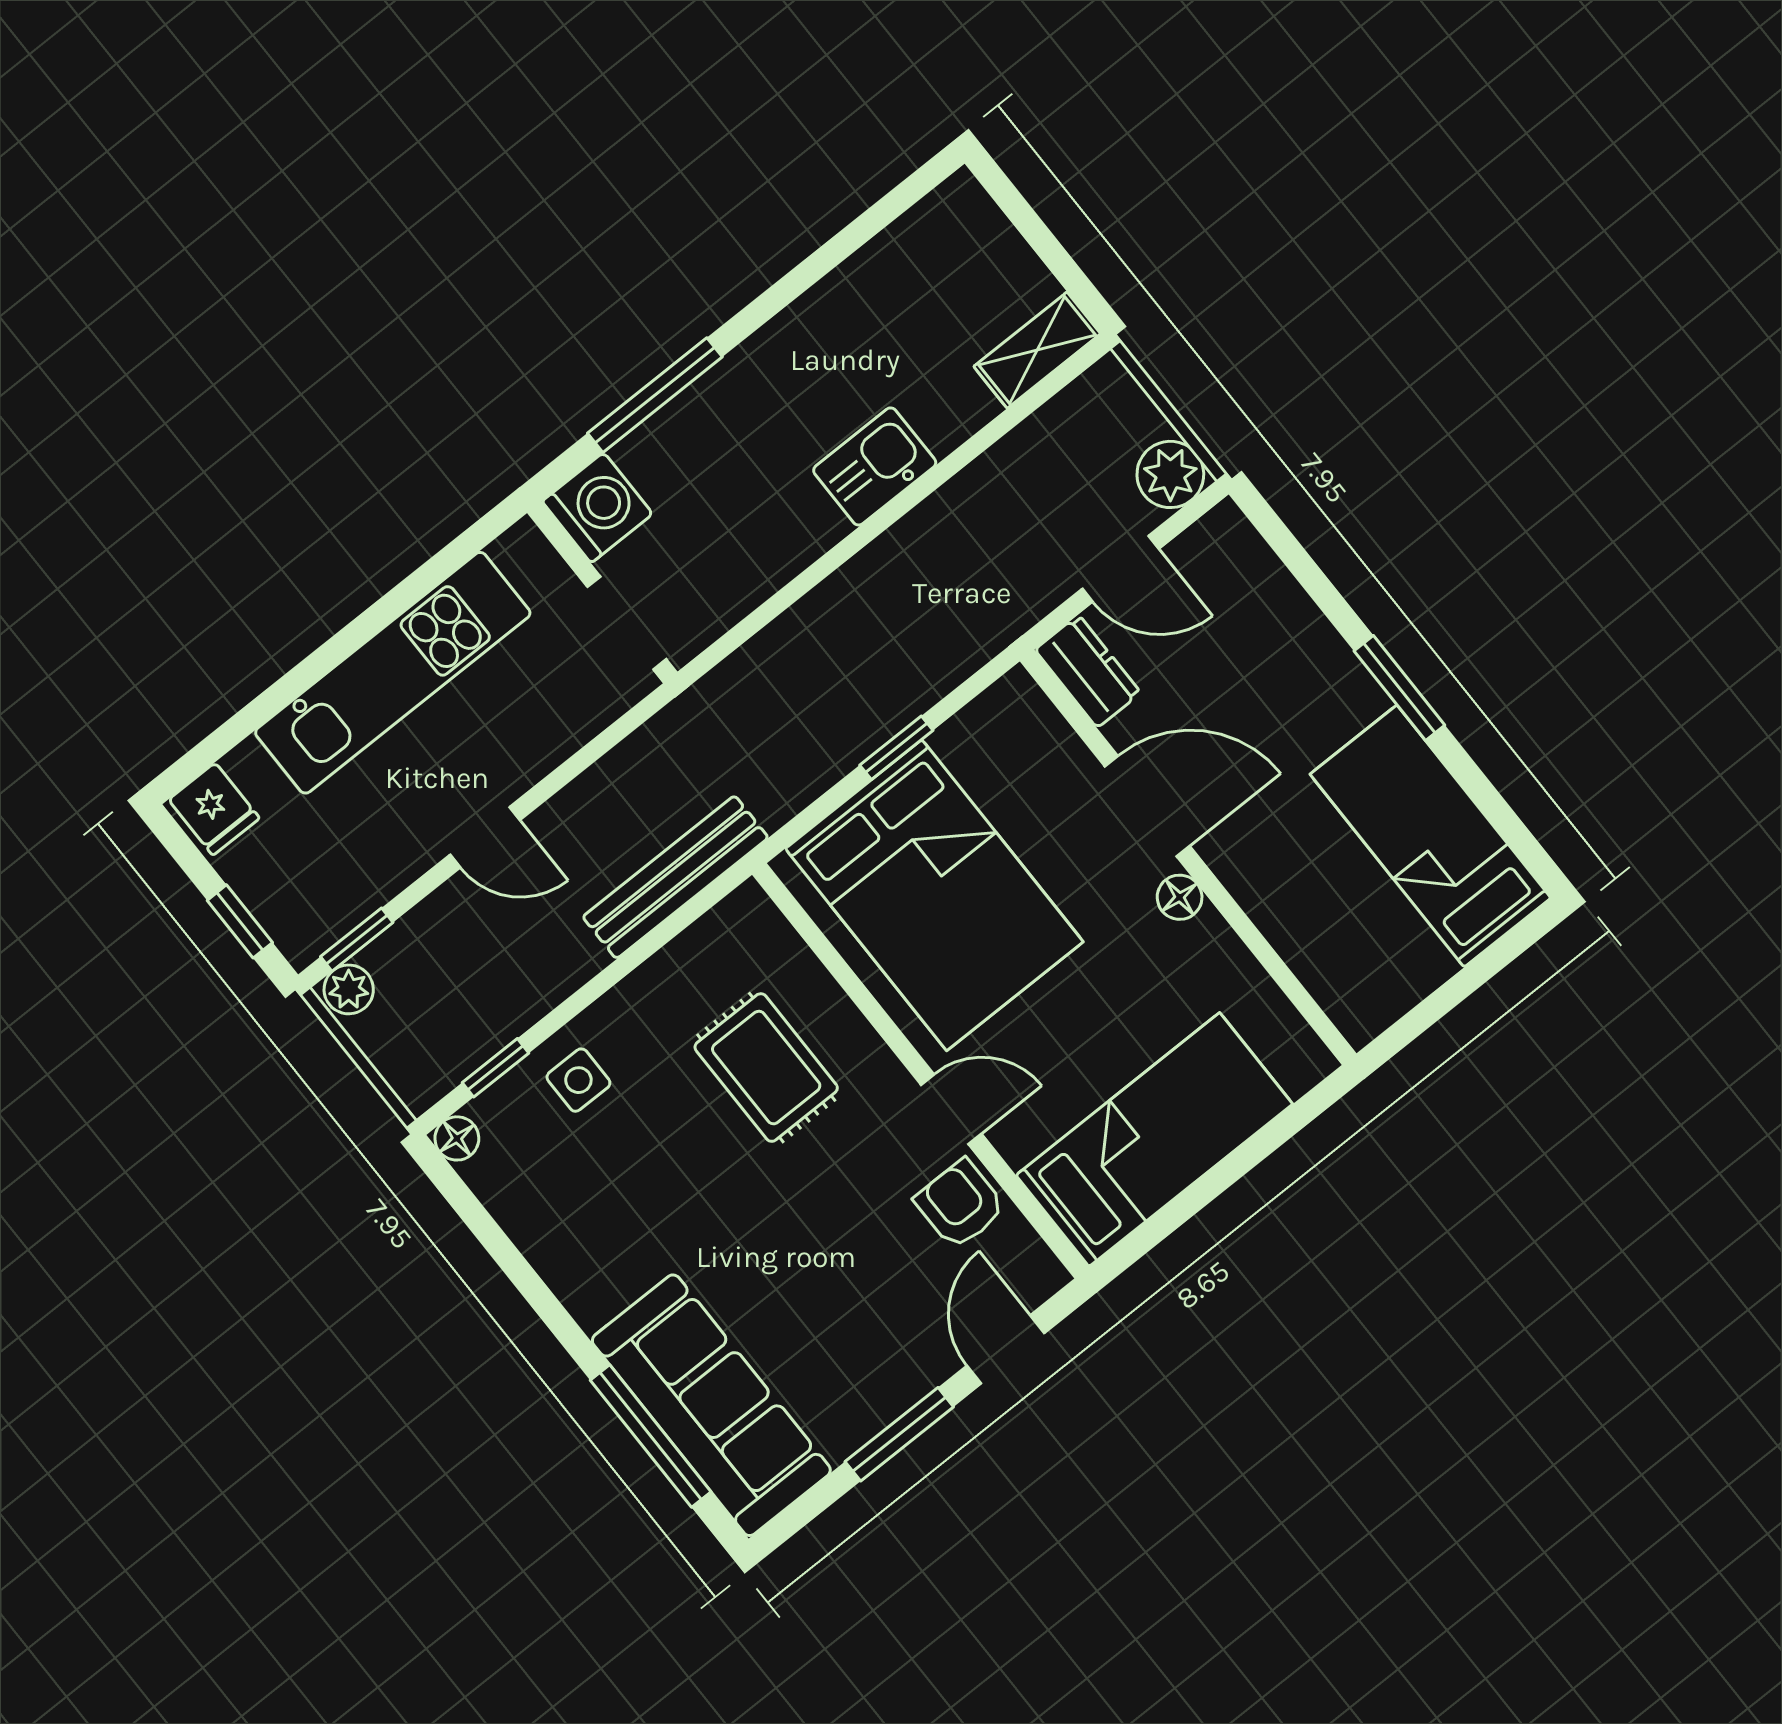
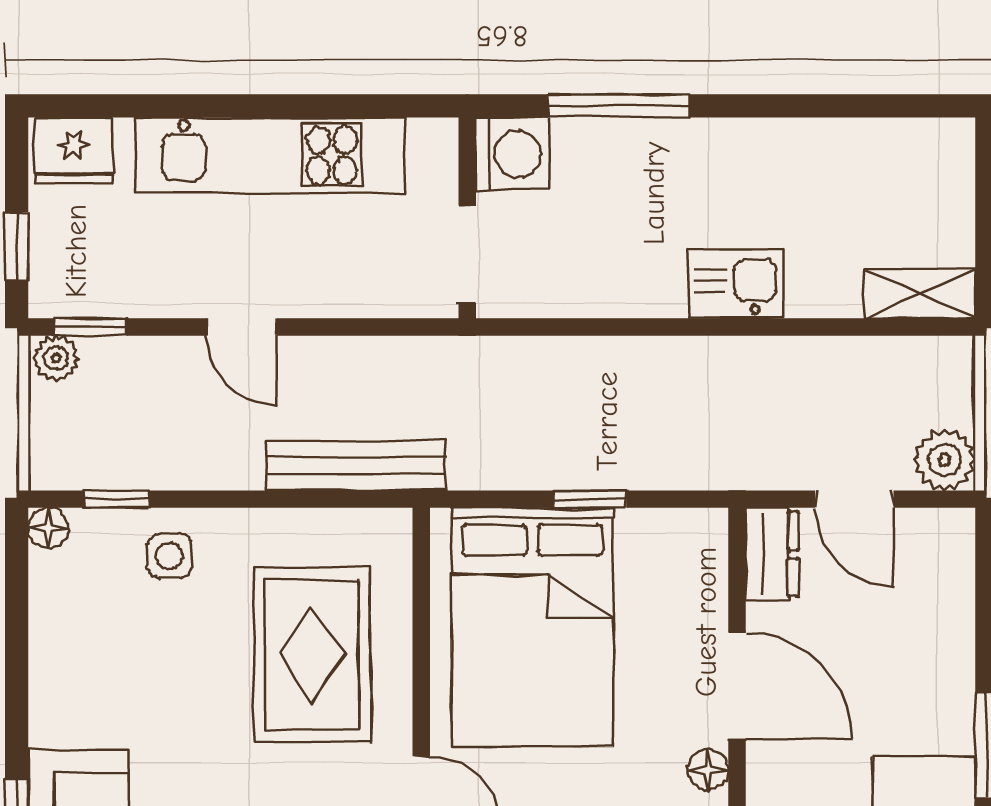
fridge: (214, 809) -> (73, 151), width x1.38
rug: (766, 1068) -> (312, 655), width x1.36, depth x1.43

